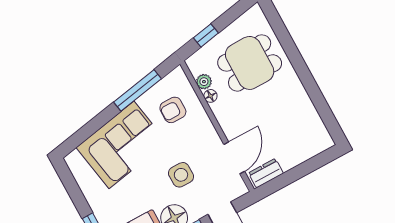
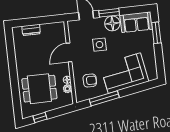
window: (206, 35) -> (40, 117), moved
door: (234, 158) -> (69, 53), moved
dresser: (266, 173) -> (31, 30), moved

